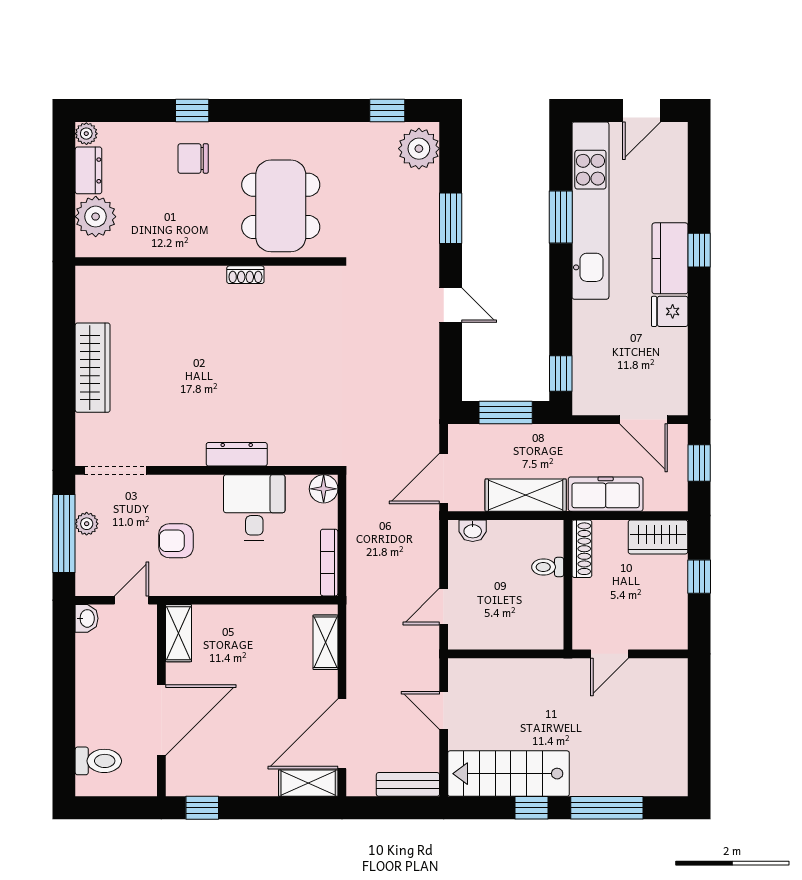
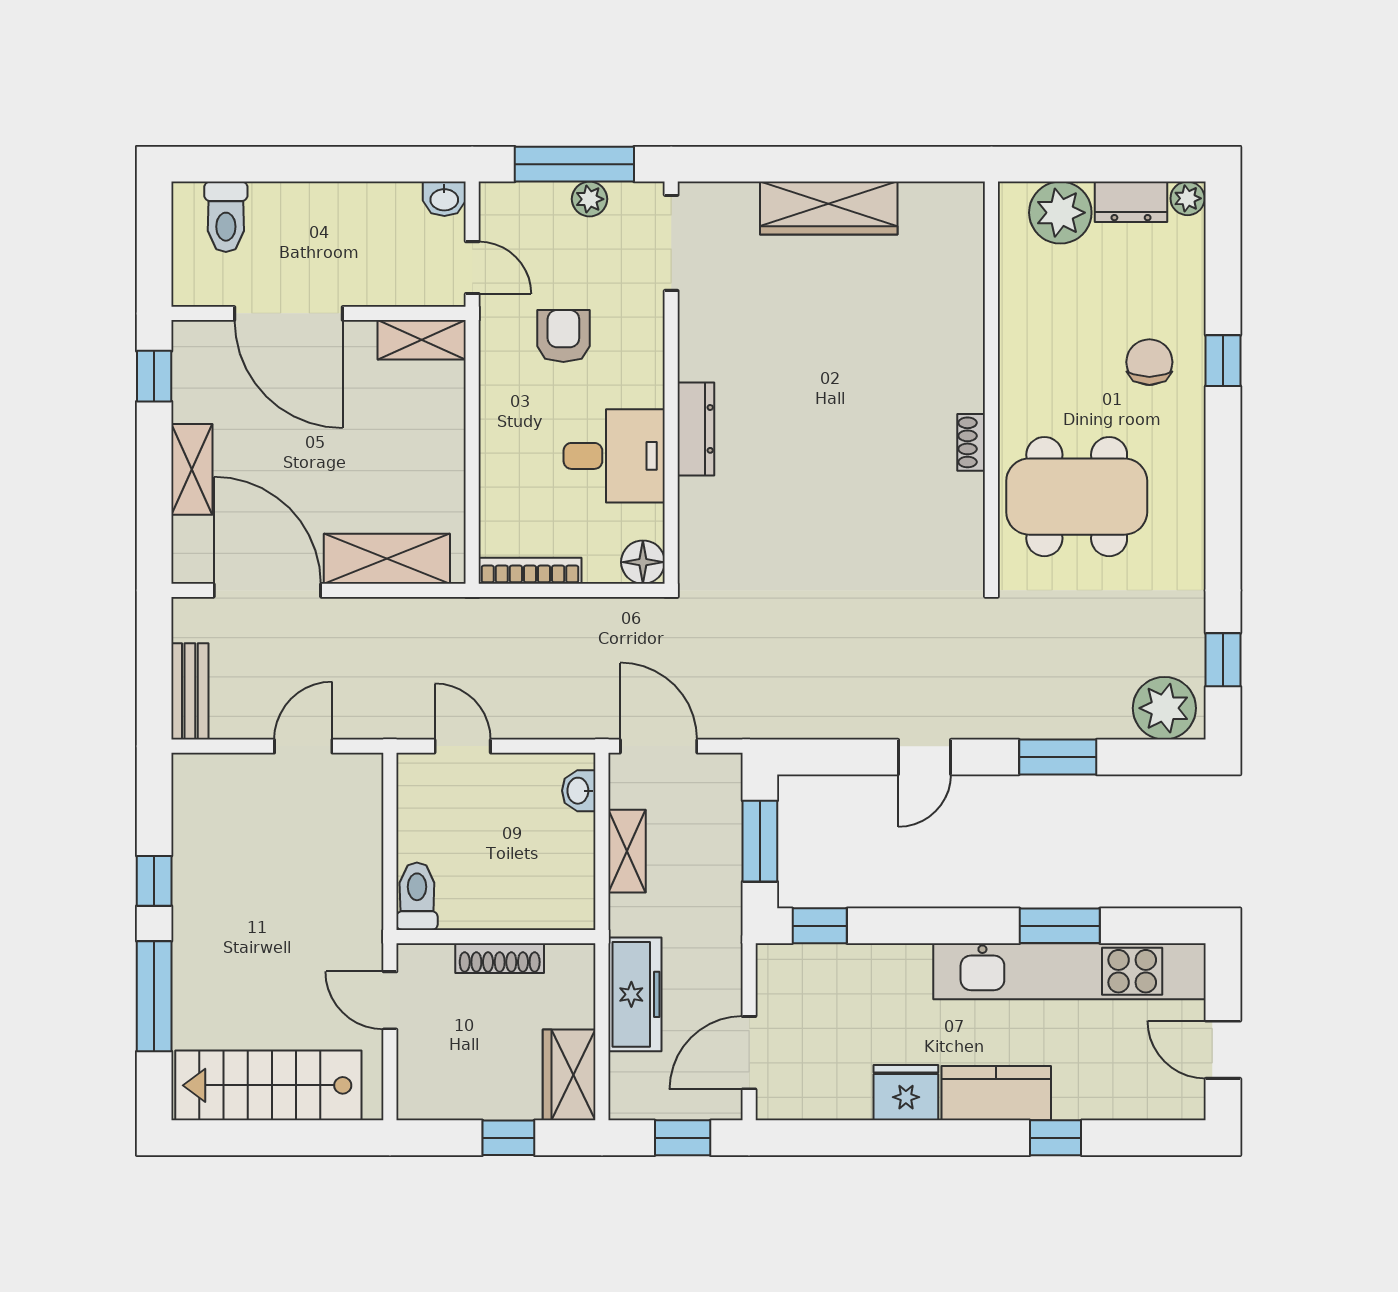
window: (699, 250) -> (1056, 1138), moved
fridge: (670, 311) -> (906, 1093), width x1.38
shelving: (526, 495) -> (627, 851), width x0.67, depth x0.75
shoe rack: (582, 549) -> (500, 958), moved
toilet: (548, 567) -> (417, 896), moved, width x1.37, depth x1.39
shelving: (325, 642) -> (387, 559), width x1.50, depth x1.33
stairs: (509, 774) -> (268, 1085), moved, turned -90
shelving: (308, 783) -> (192, 469), moved

